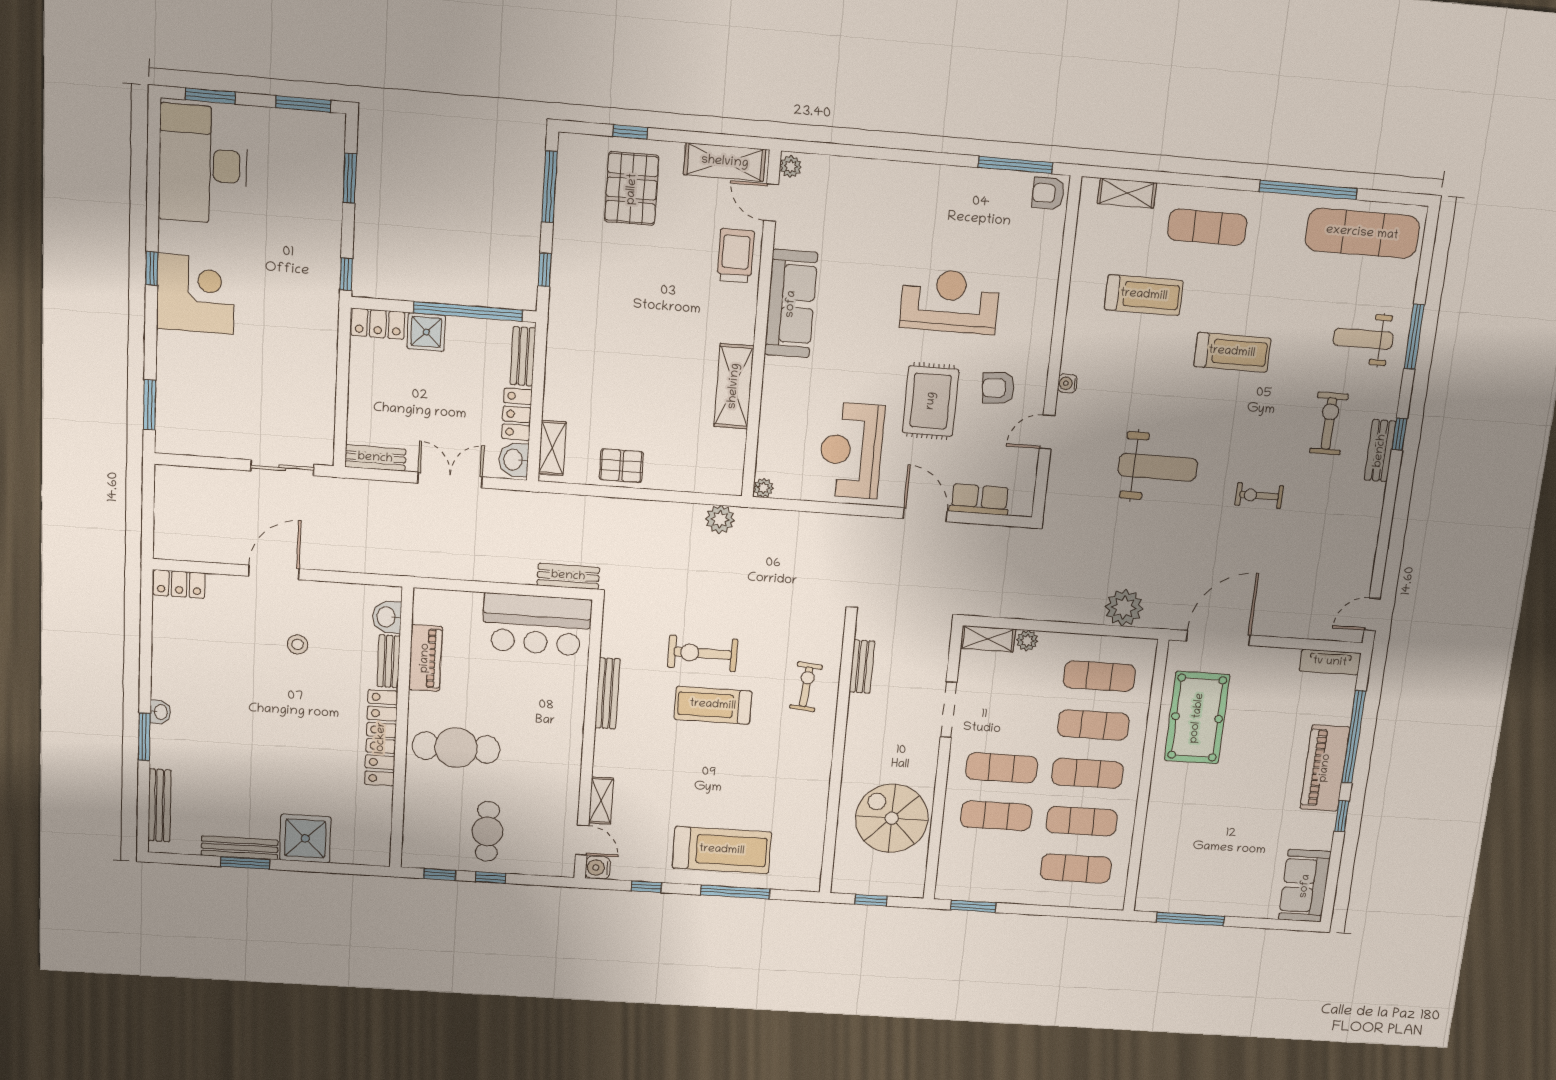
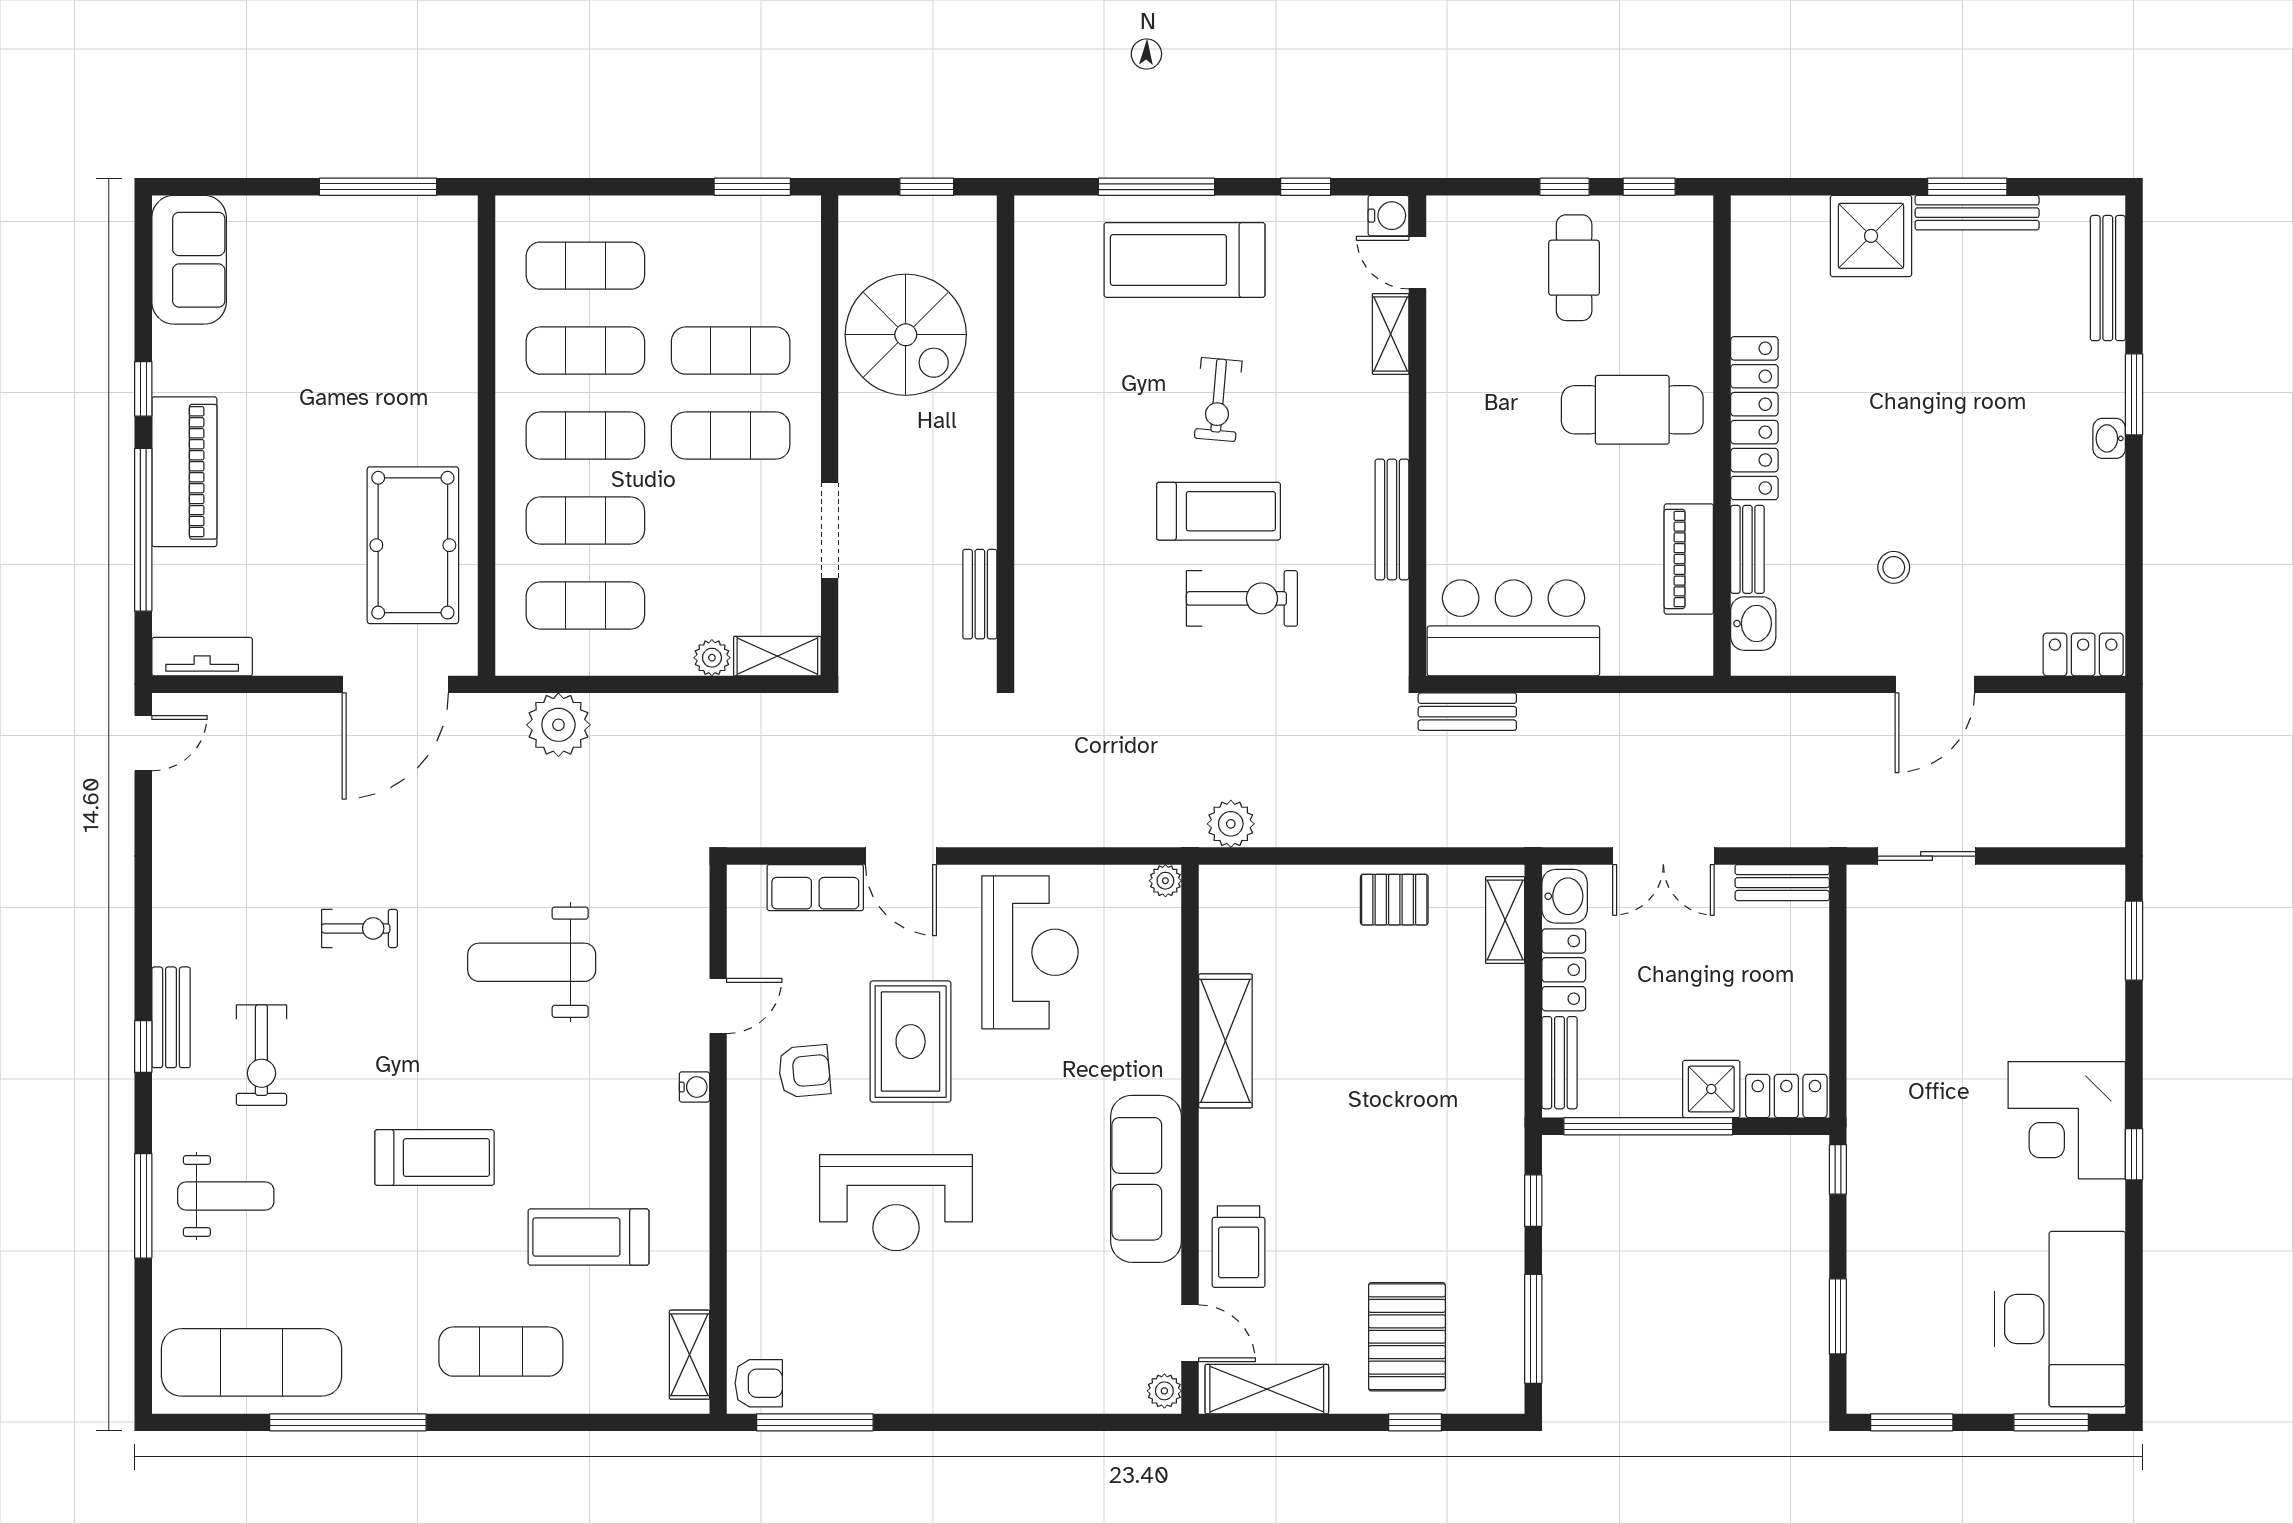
shelving: (1127, 193) -> (690, 1355), moved, turned 90
treadmill: (1232, 352) -> (434, 1158), turned 180
exercise bike: (806, 687) -> (1218, 400), moved

